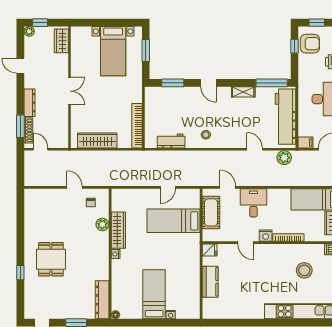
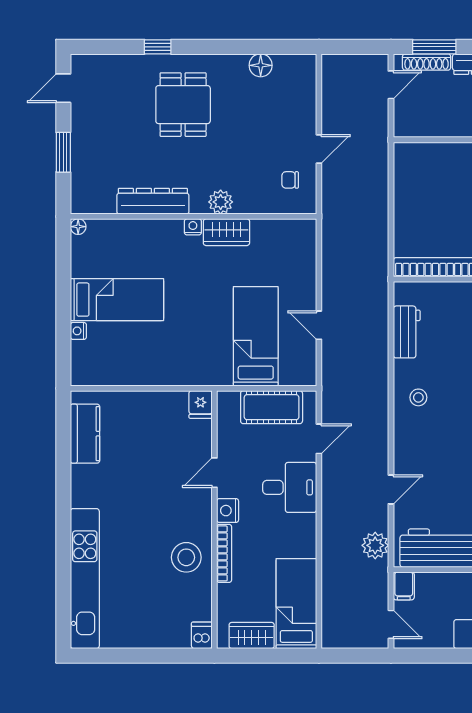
wardrobe: (97, 140) -> (408, 192), removed
floor lamp: (30, 218) -> (261, 65), added
plant: (102, 224) -> (221, 202), moved
wardrobe: (118, 230) -> (226, 232), width x0.67
dining table: (51, 259) -> (183, 105), turned 90
stool: (304, 270) -> (186, 557), moved
kitchen counter: (210, 282) -> (85, 434), moved, turned -90
dresser: (102, 300) -> (153, 201), moved

